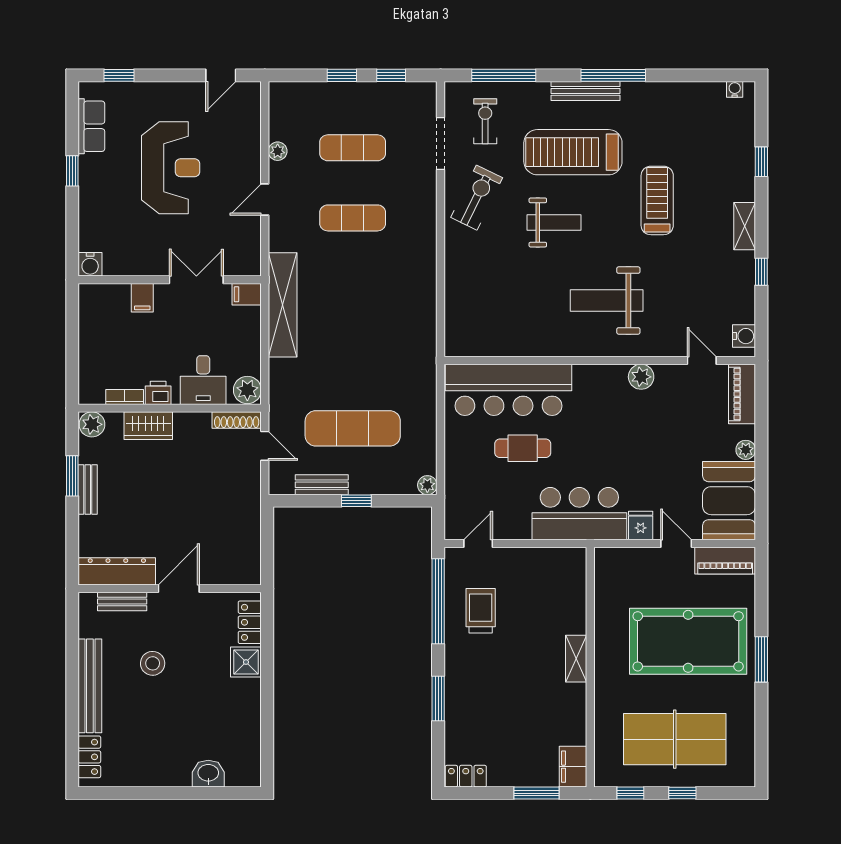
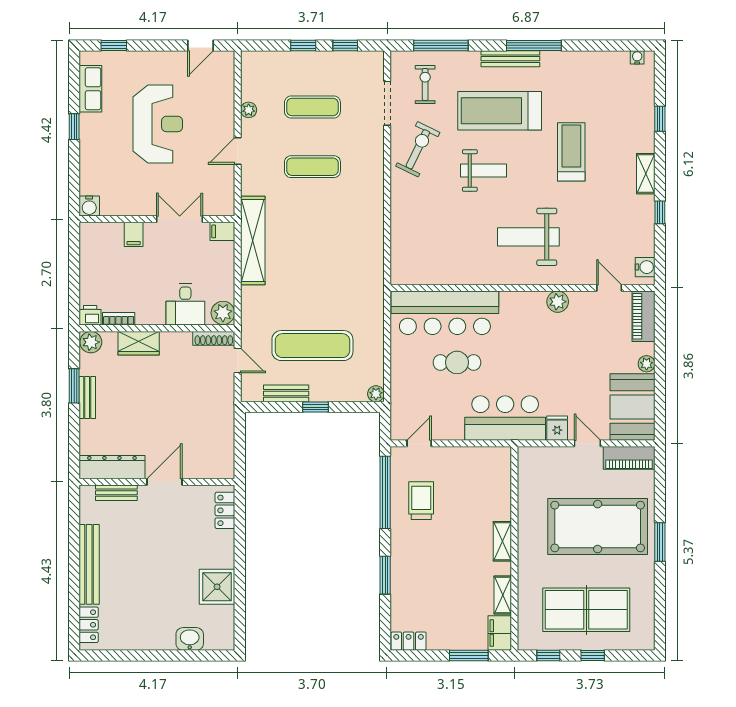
printer: (158, 393) -> (90, 315), moved
shower: (246, 662) -> (217, 587), moved, width x1.36, depth x1.36
stool: (153, 663) -> (142, 545), removed
shelving: (577, 722) -> (503, 595), added

